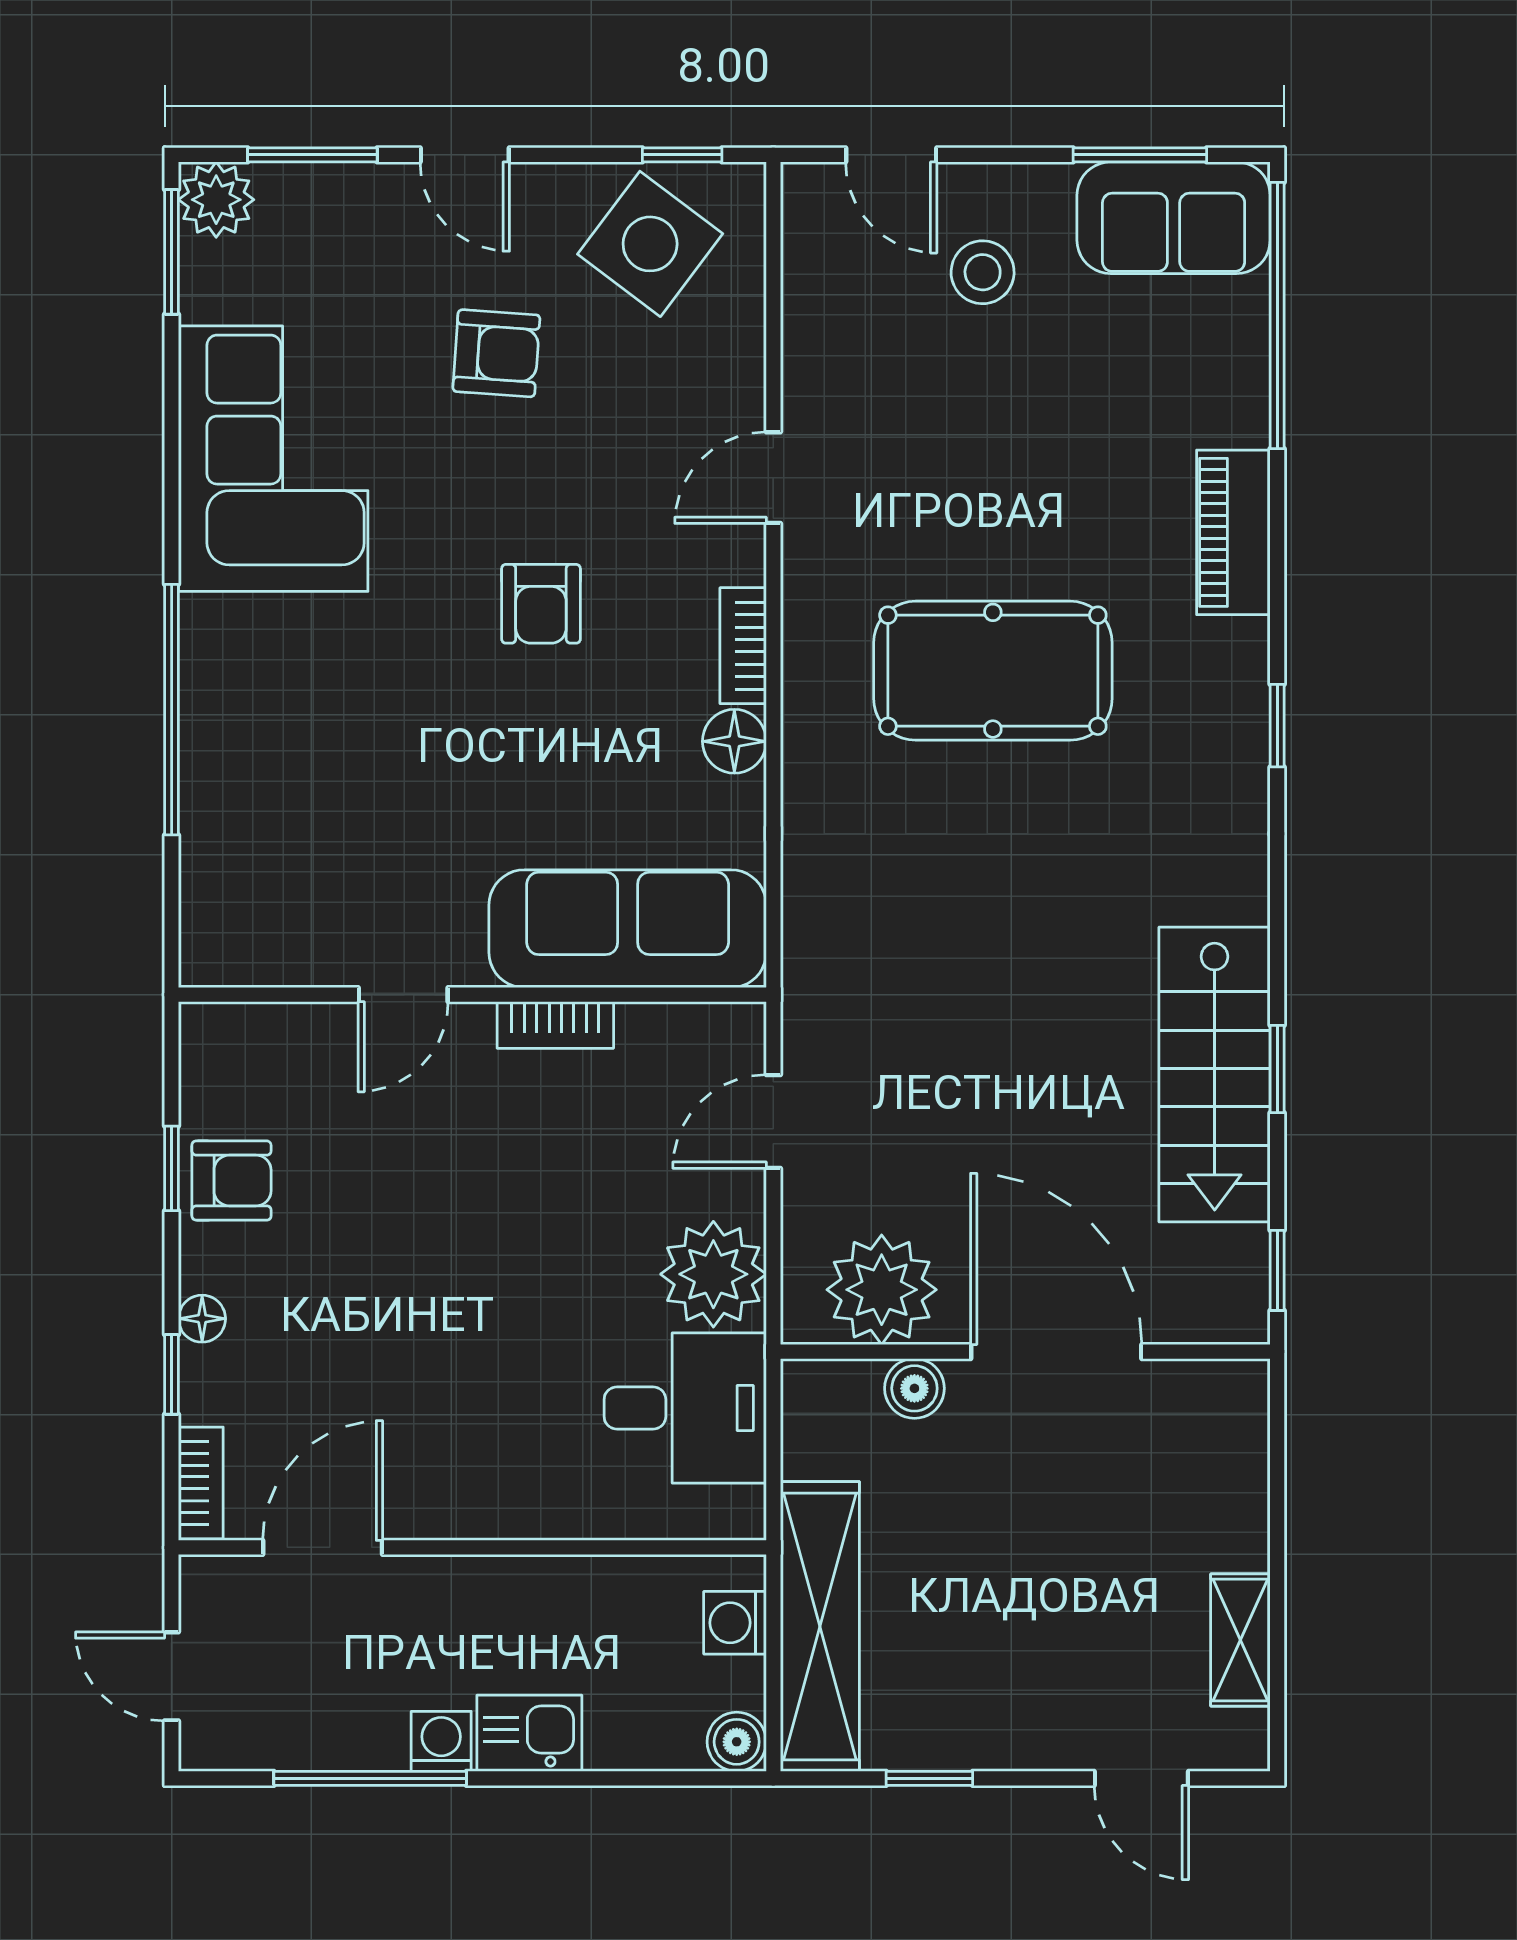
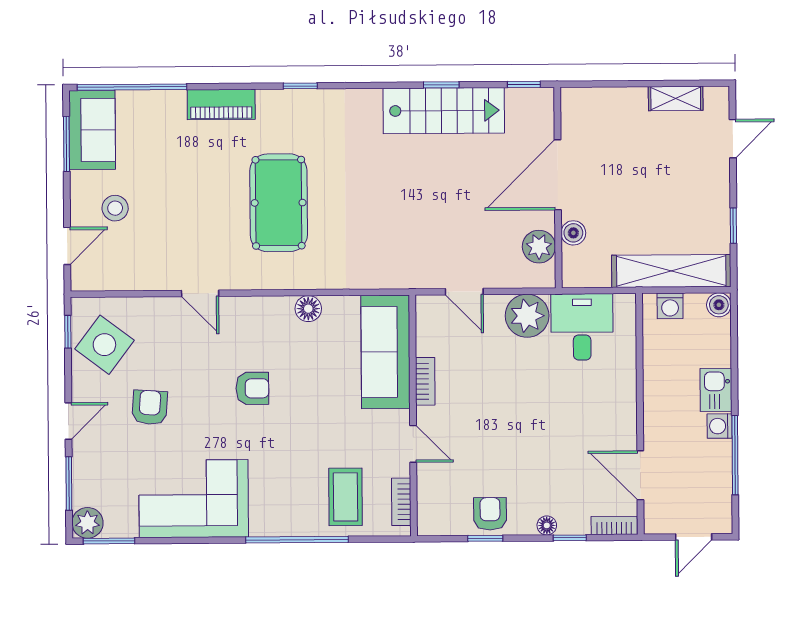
bookcase: (743, 646) -> (401, 502), moved, turned 90
coffee table: (275, 829) -> (346, 497), added
plant: (882, 1290) -> (539, 247), width x0.73, depth x0.73

